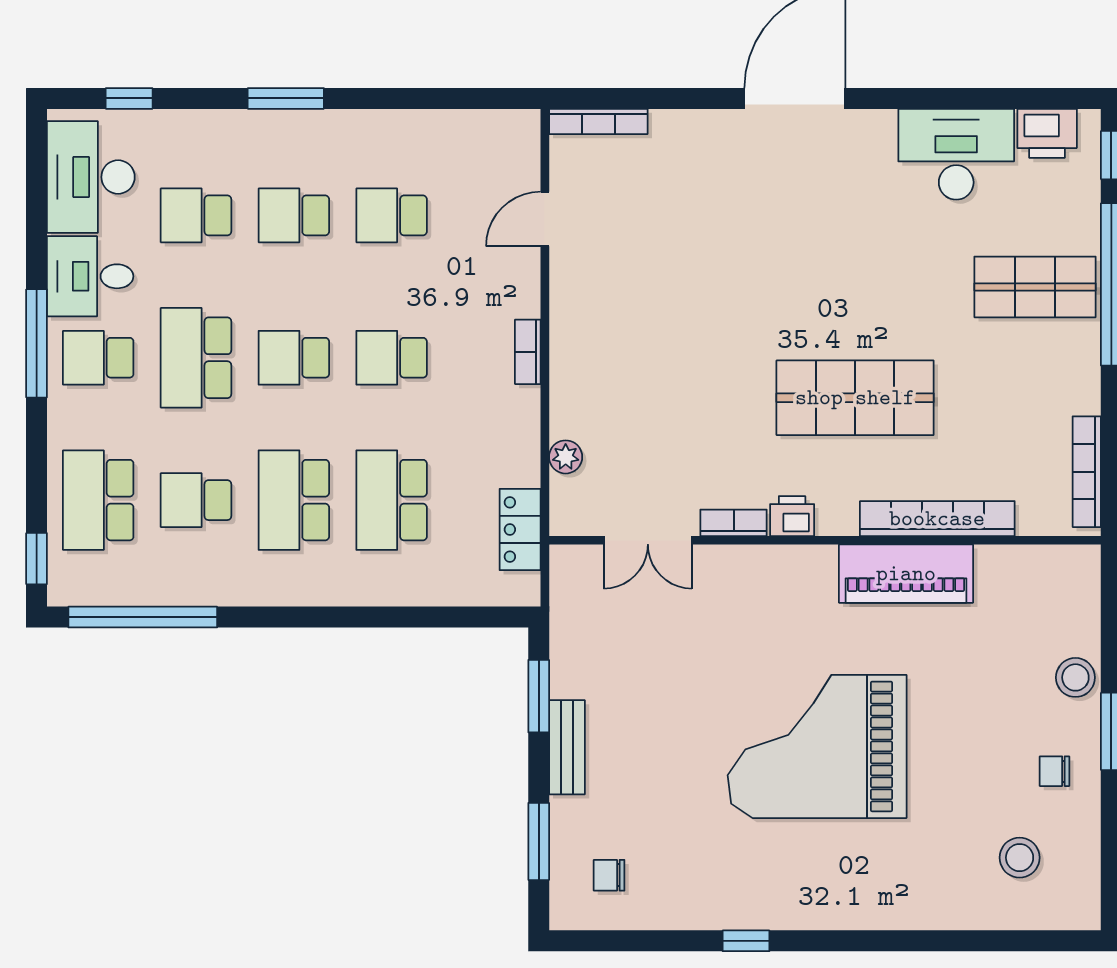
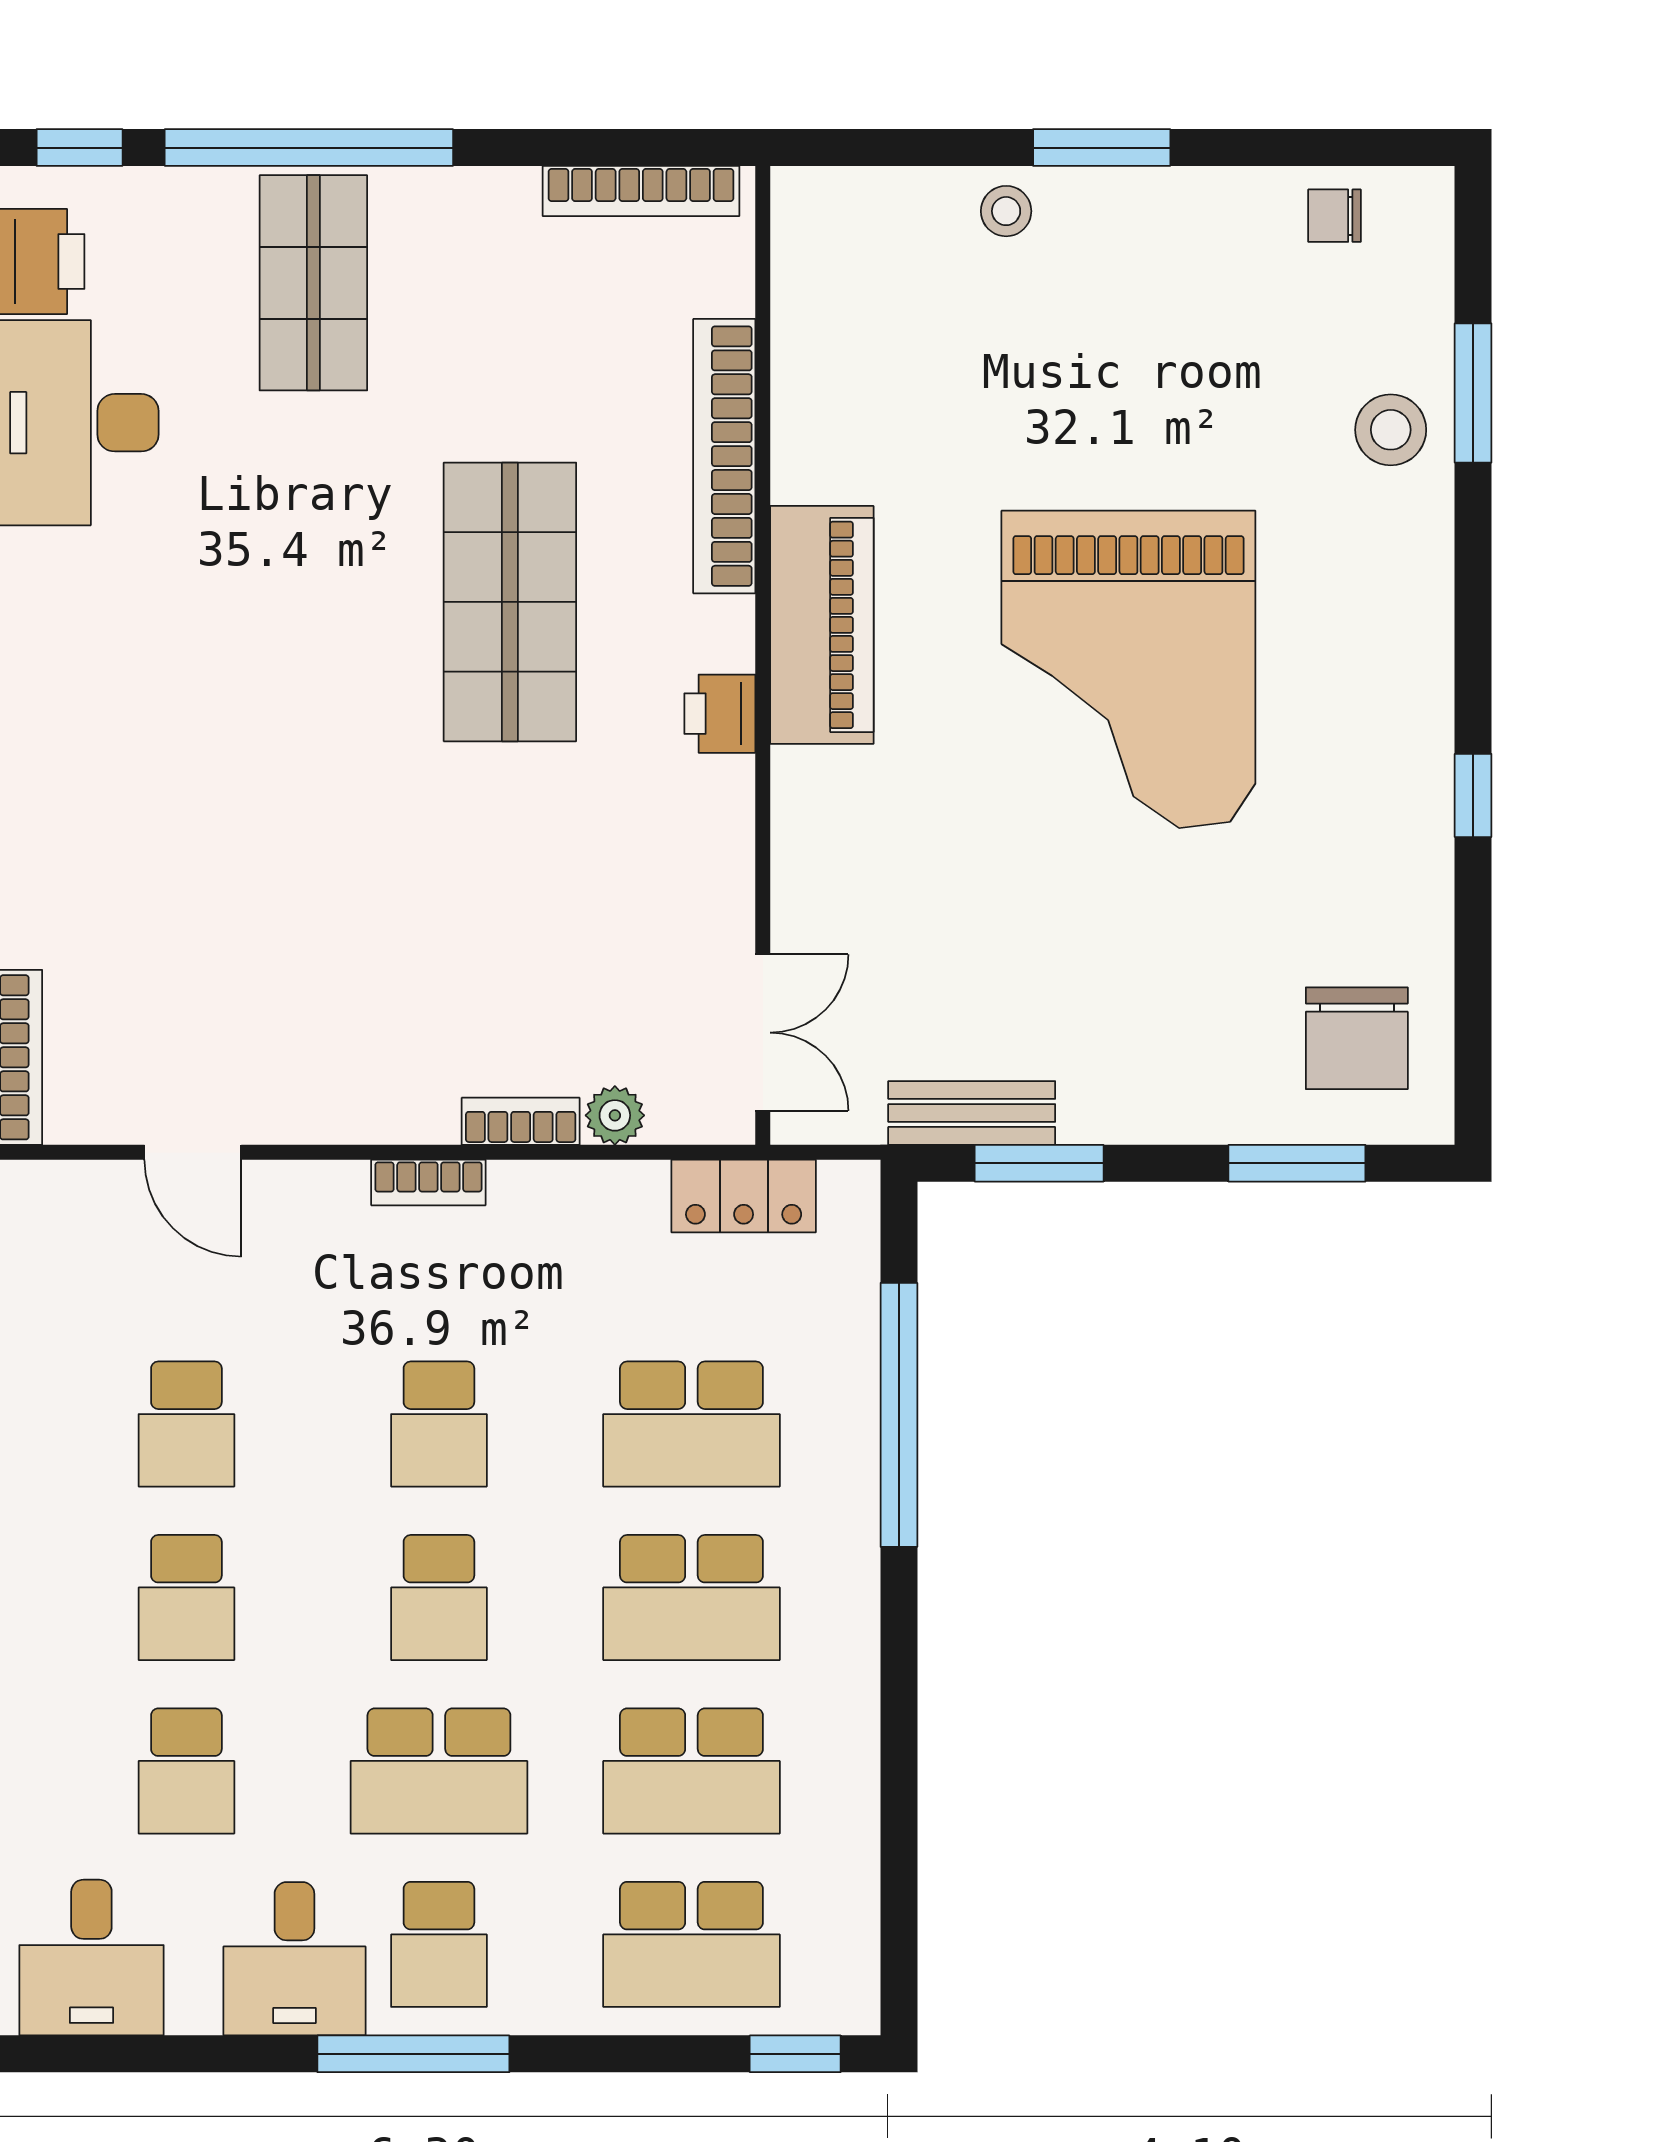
desk: (91, 177) -> (91, 1958), width x0.73
school desk: (196, 500) -> (691, 1771), width x1.85
bookcase: (734, 523) -> (521, 1121), moved, turned 90
double door: (648, 540) -> (763, 1033), moved
piano: (906, 574) -> (822, 625), moved
window: (143, 617) -> (899, 1415), moved
stool: (1075, 677) -> (1006, 211), width x0.73, depth x0.73
bench: (567, 747) -> (972, 1113), moved
chair: (1055, 771) -> (1335, 216), moved, turned 90
stool: (1020, 858) -> (1391, 430), moved
chair: (609, 875) -> (1357, 1038), width x1.87, depth x1.87
window: (973, 941) -> (1473, 393), added

